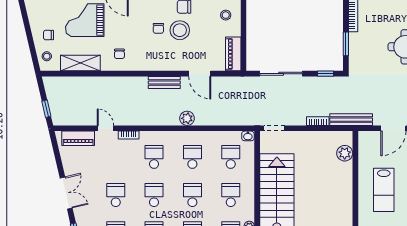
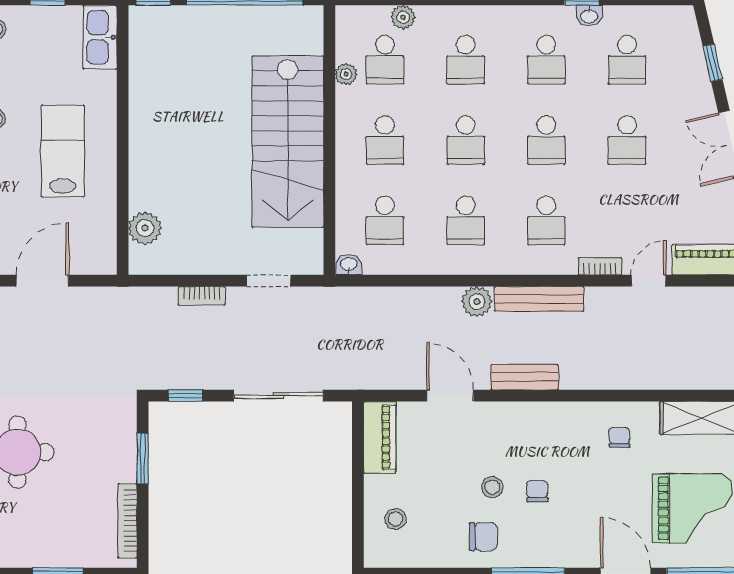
stool: (180, 30) -> (492, 487), width x0.53, depth x0.53
bench: (351, 120) -> (539, 299), moved
door: (105, 128) -> (649, 281), swing flipped
doorway: (274, 128) -> (269, 281), moved

